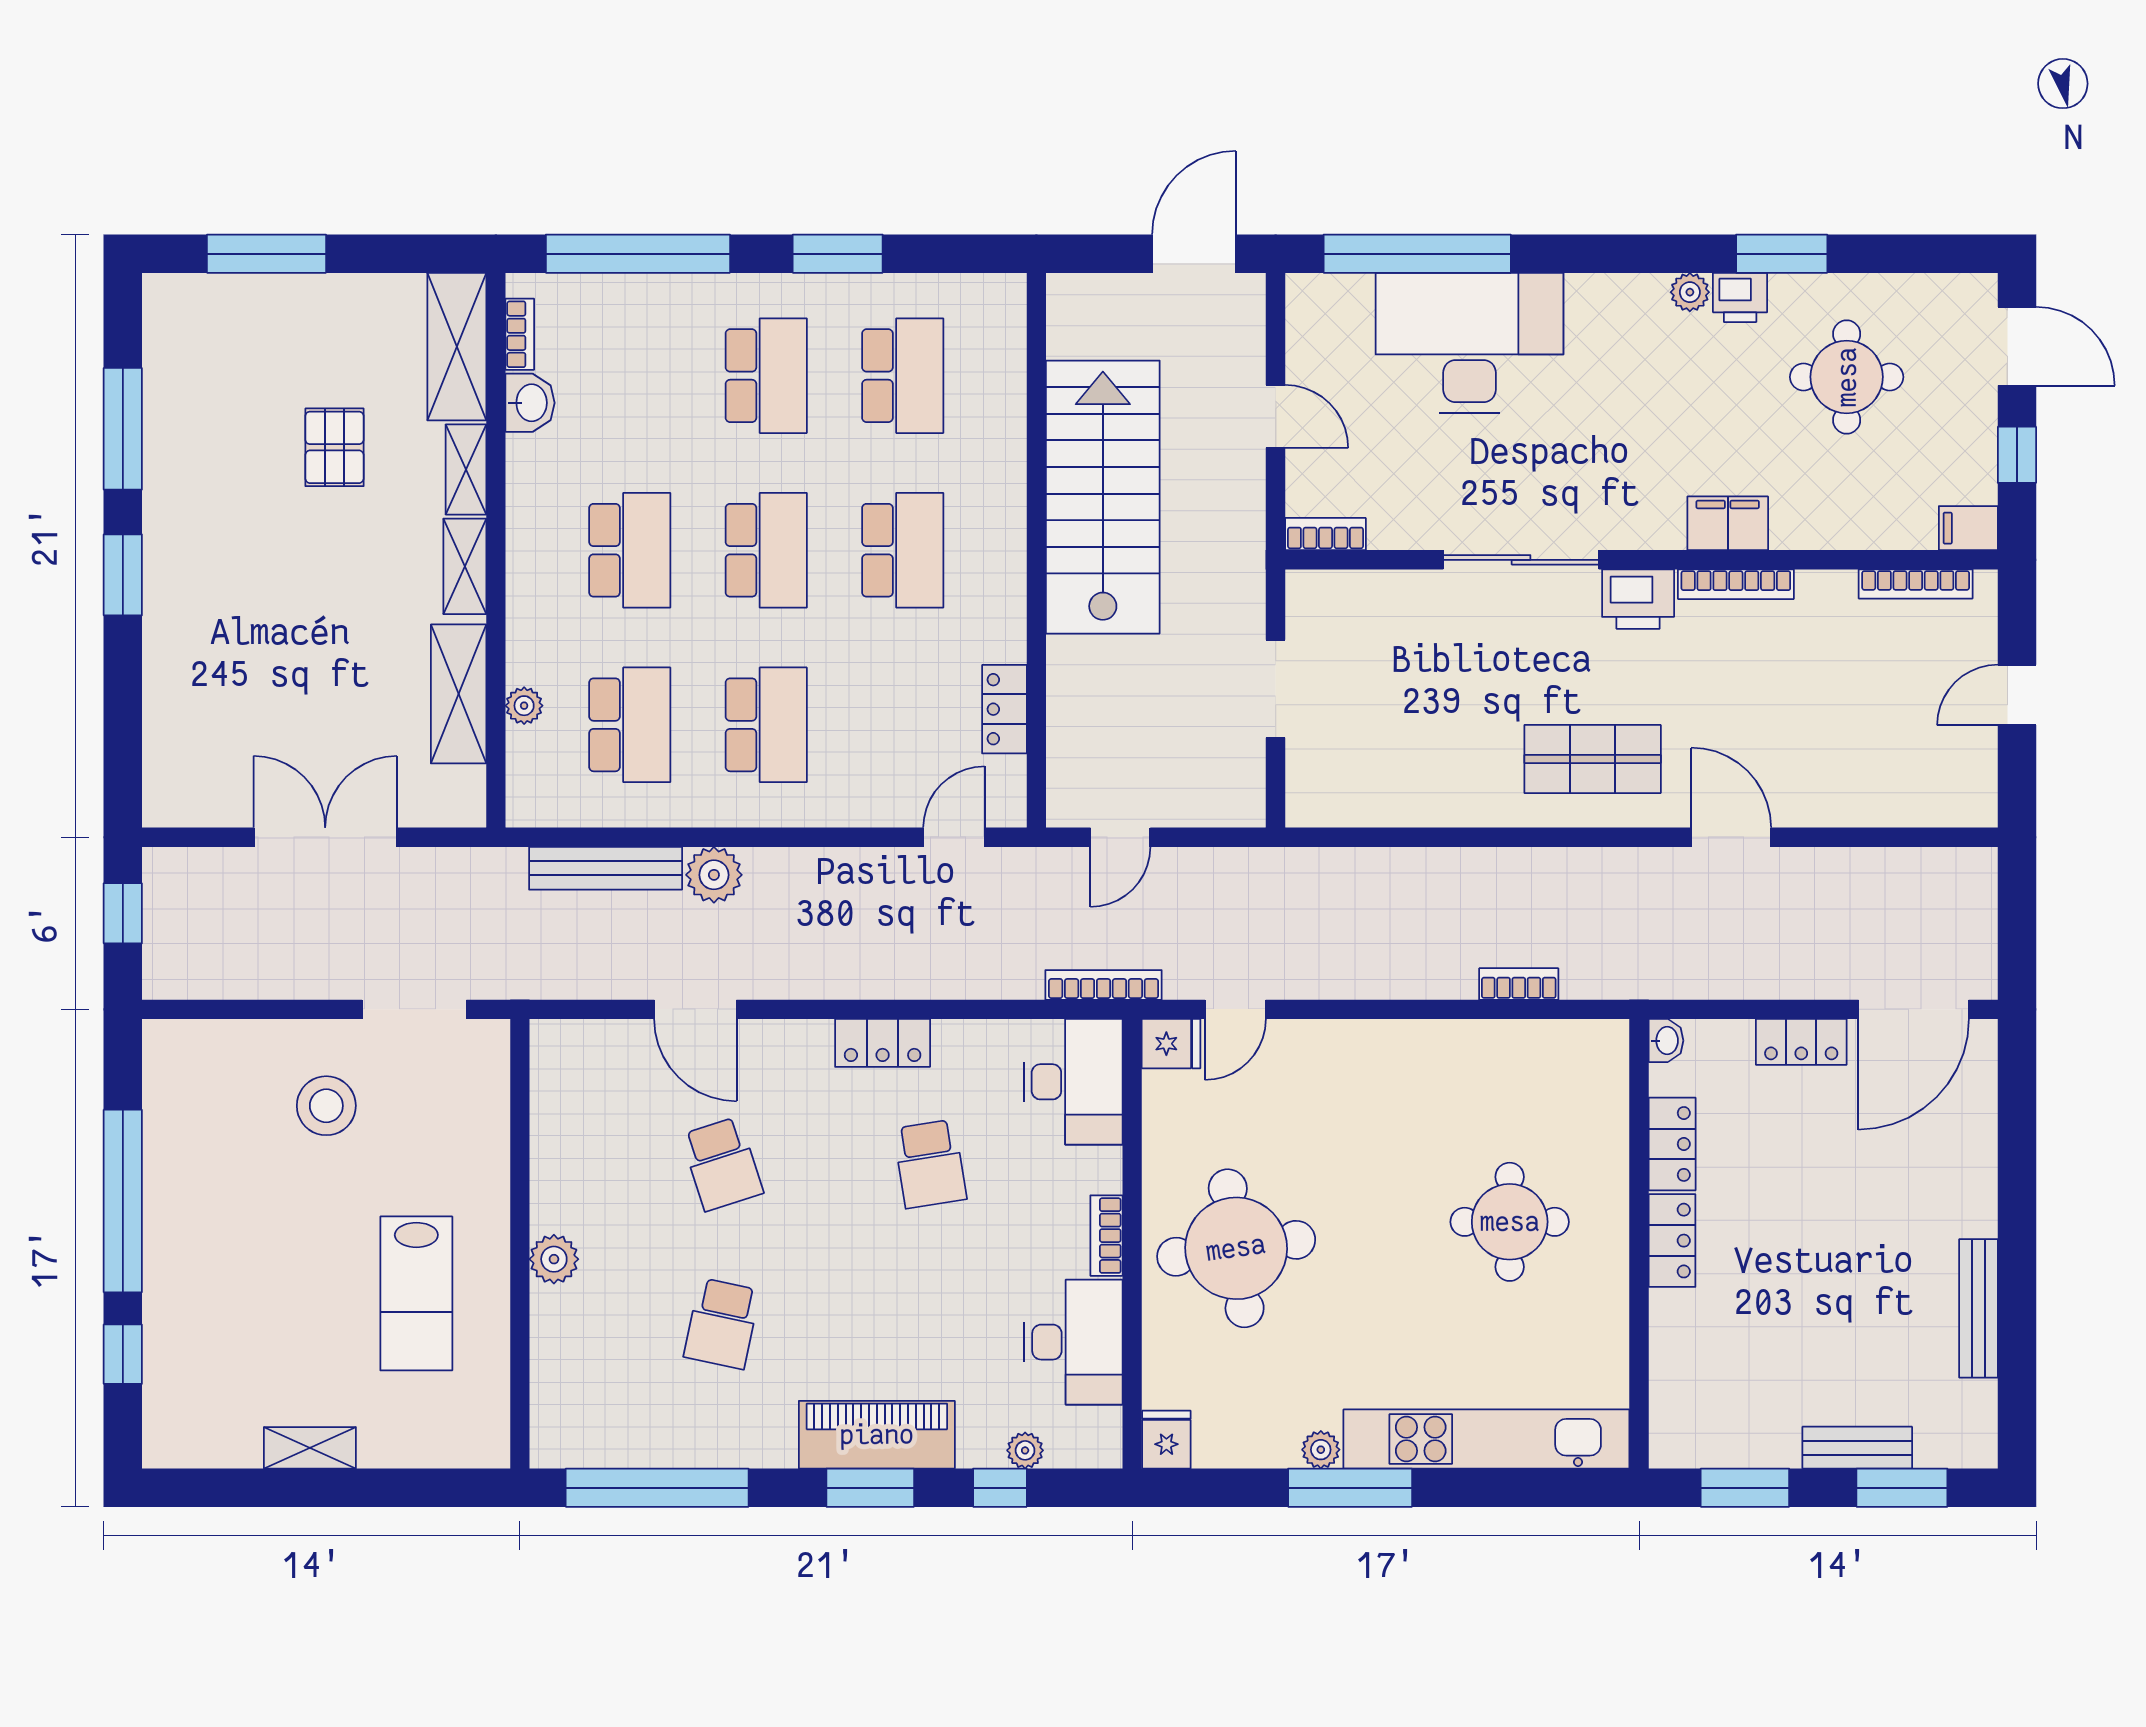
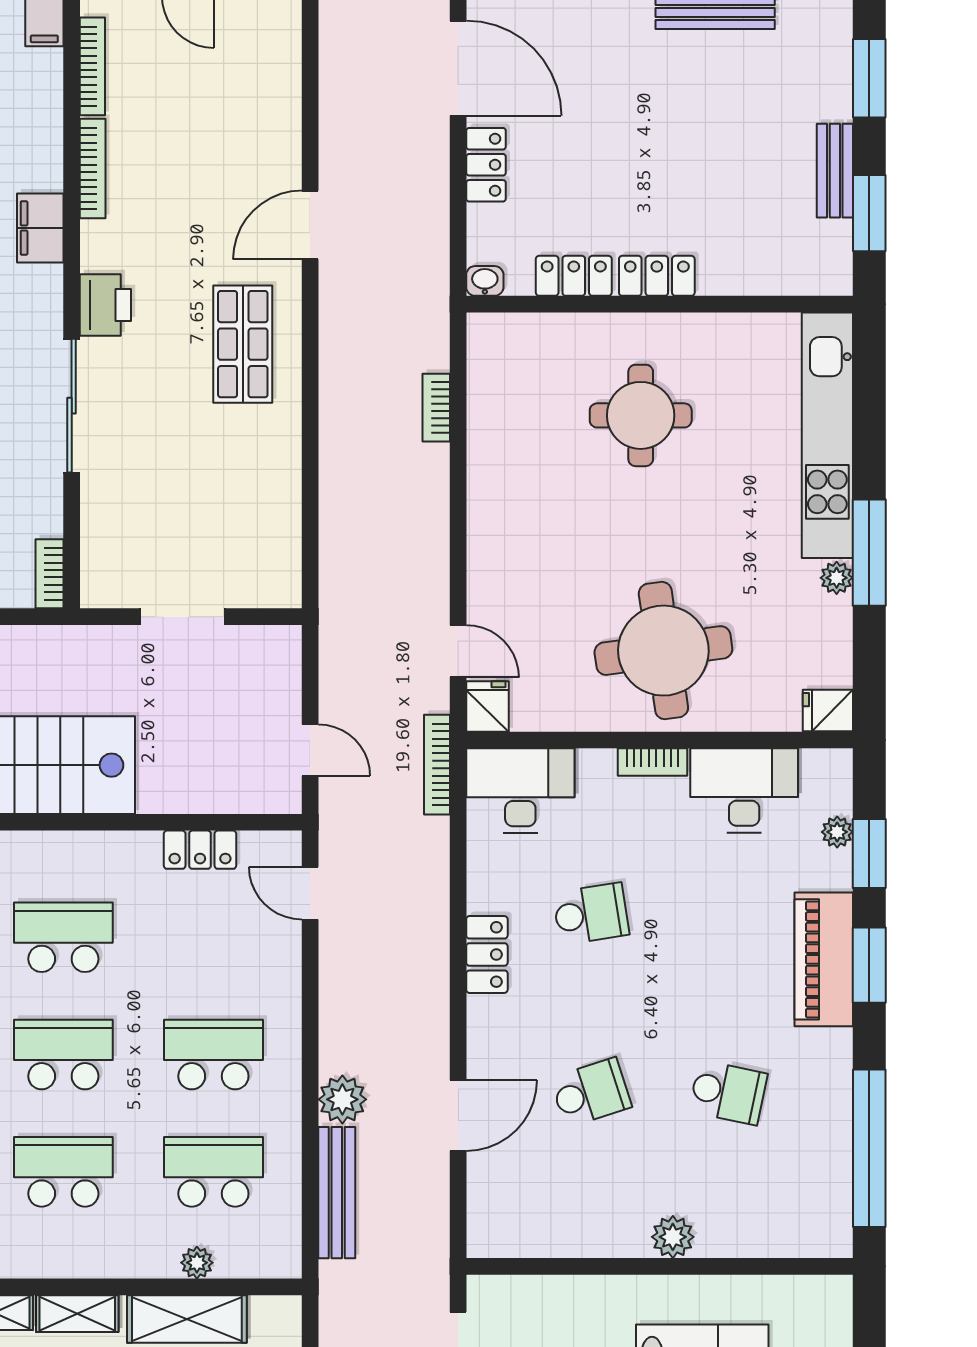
bookcase: (1736, 584) -> (93, 169), moved
bench: (1857, 1448) -> (835, 171), moved
window: (1000, 1488) -> (869, 854), width x1.50

